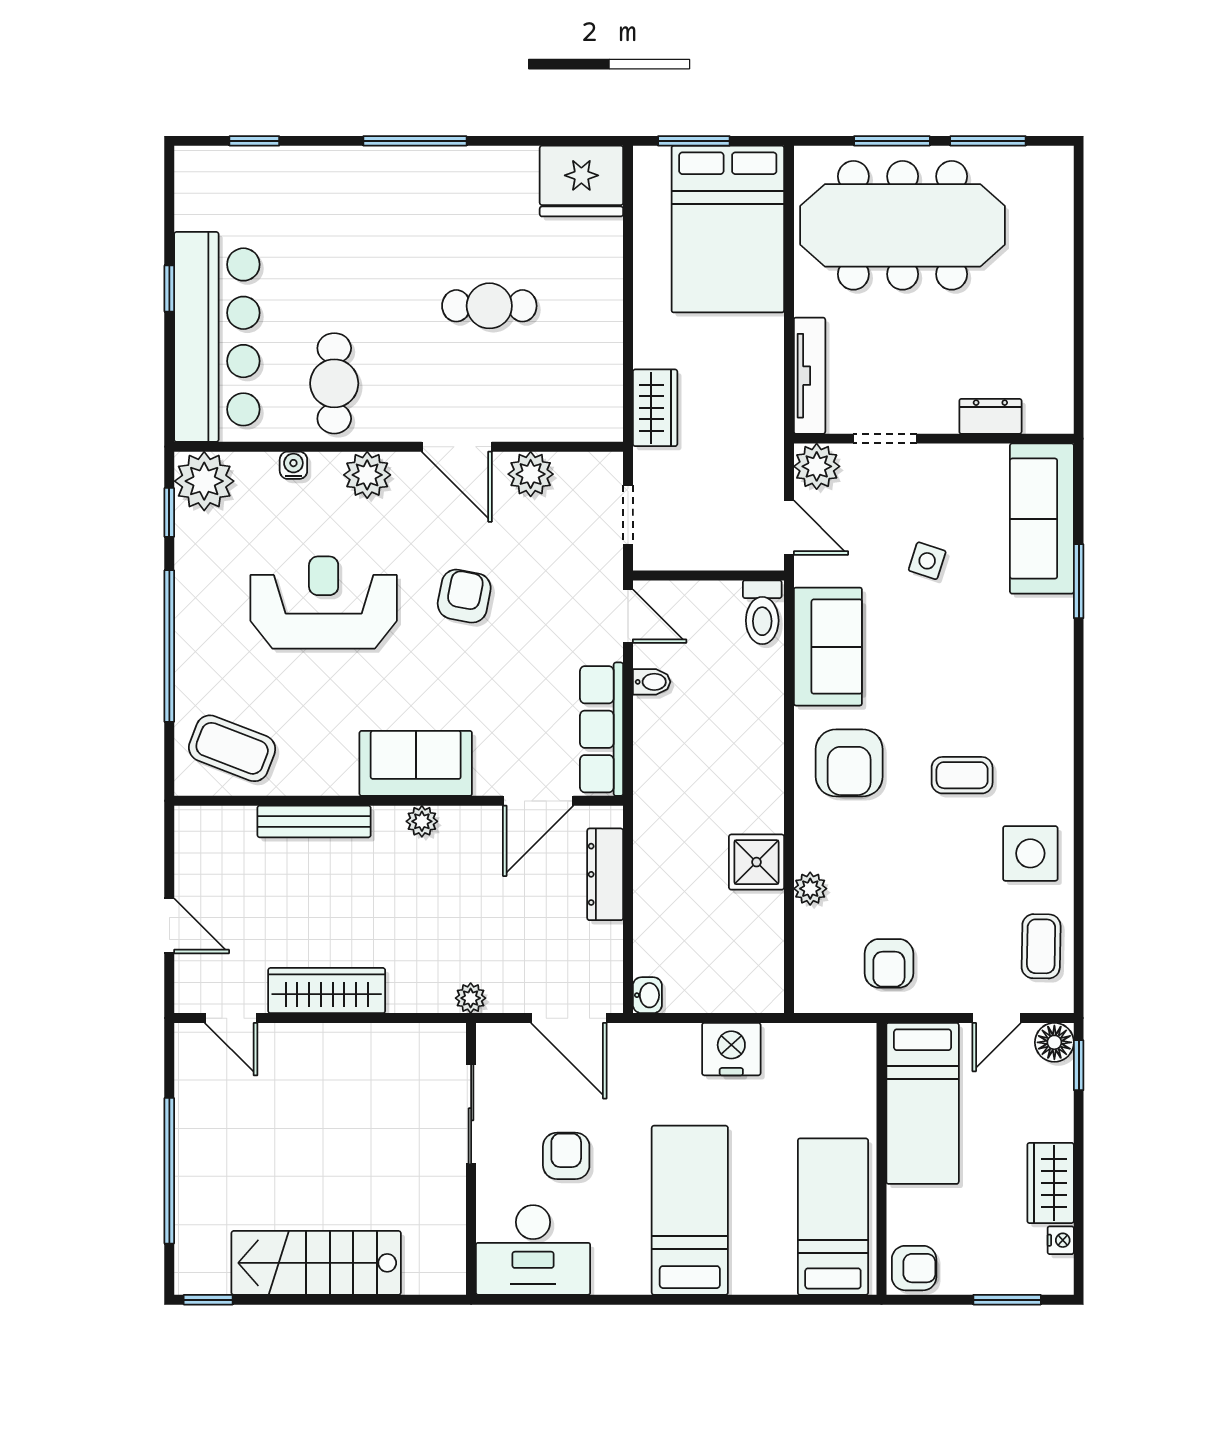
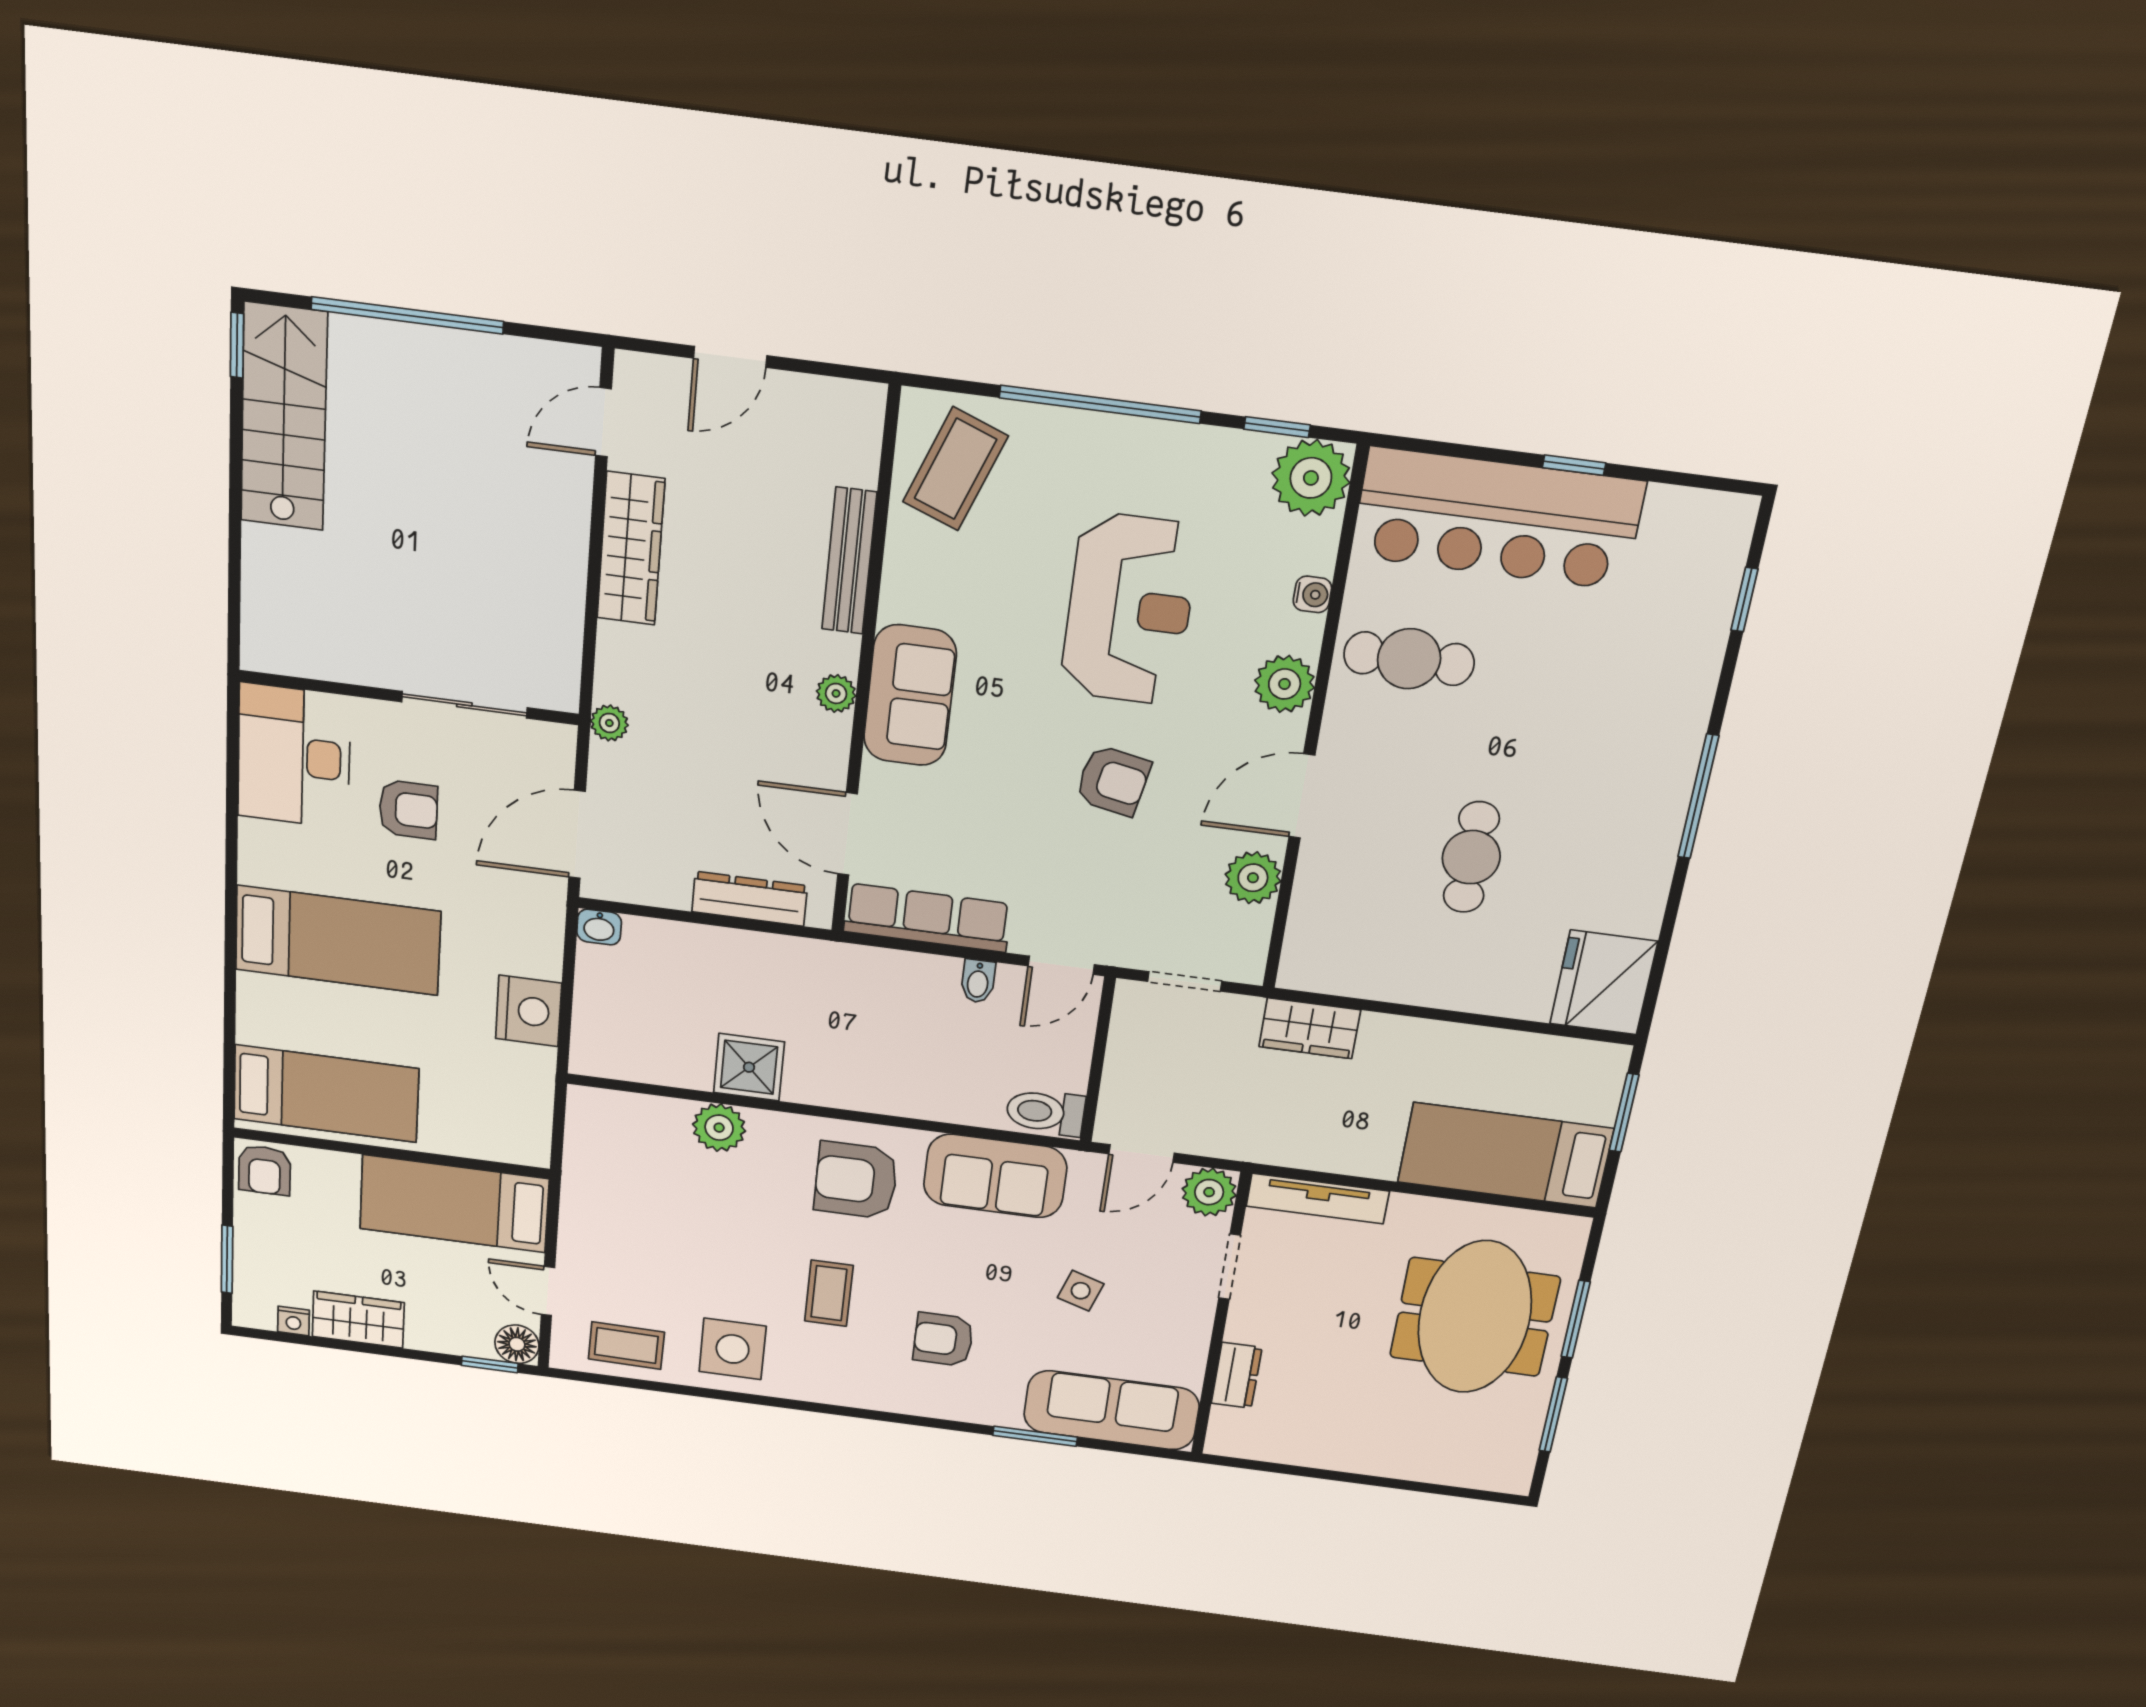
meeting table: (903, 225) -> (1475, 1317), width x0.73
bed: (728, 229) -> (1505, 1155), width x0.67
plant: (810, 889) -> (719, 1128), width x1.38, depth x1.38
armchair: (889, 963) -> (943, 1339), moved
stairs: (316, 1263) -> (284, 417), moved

